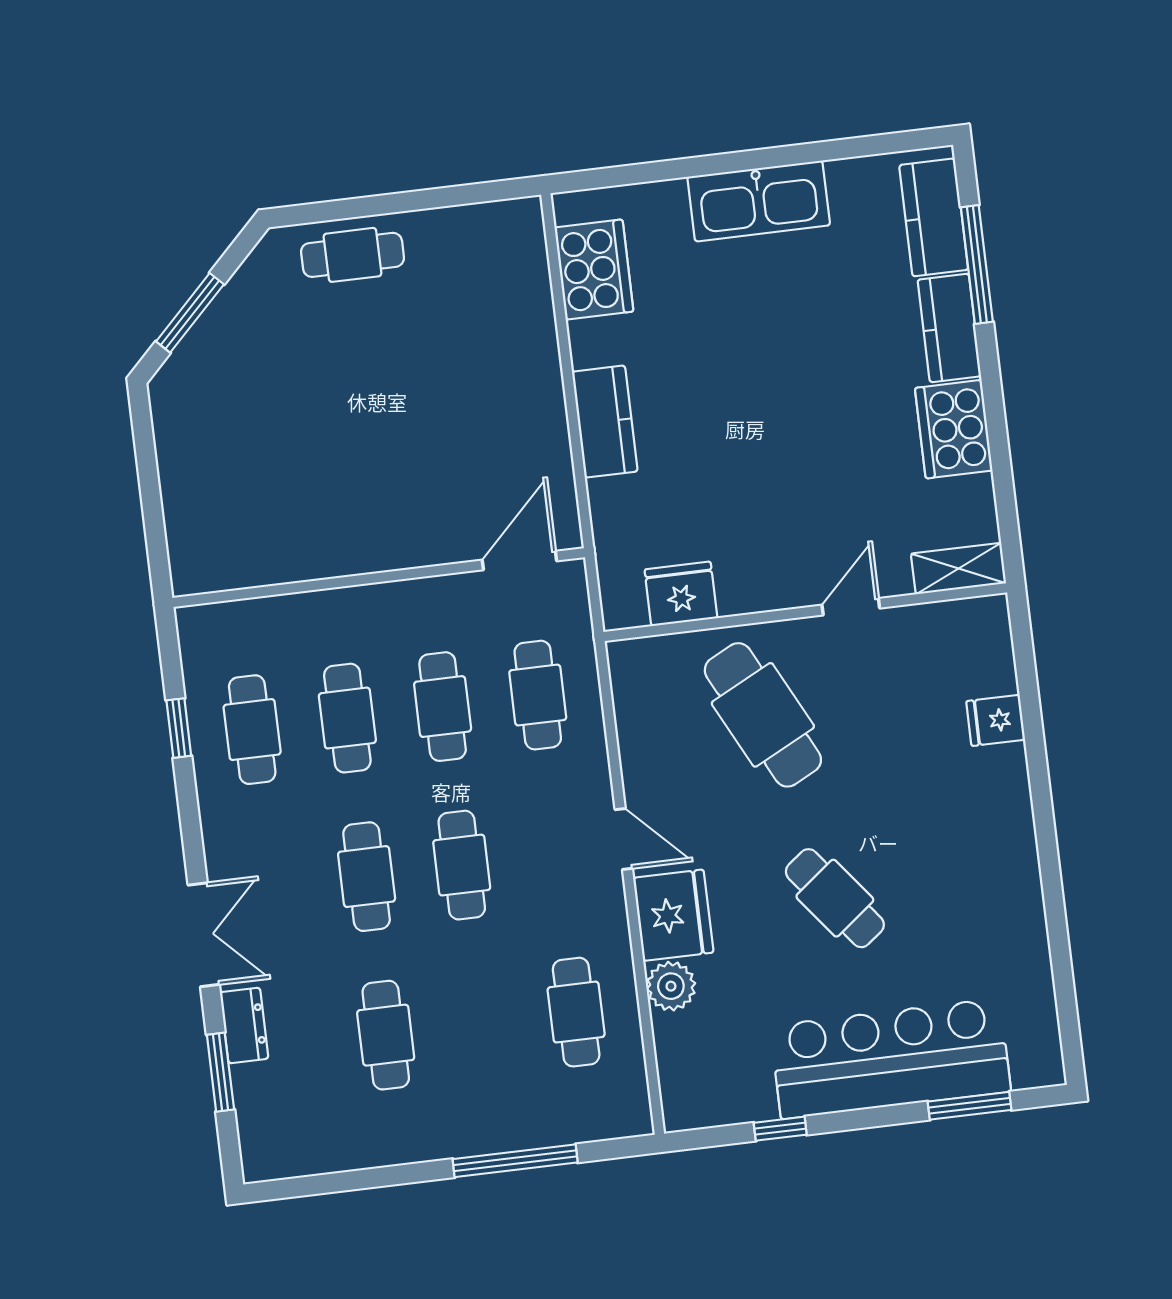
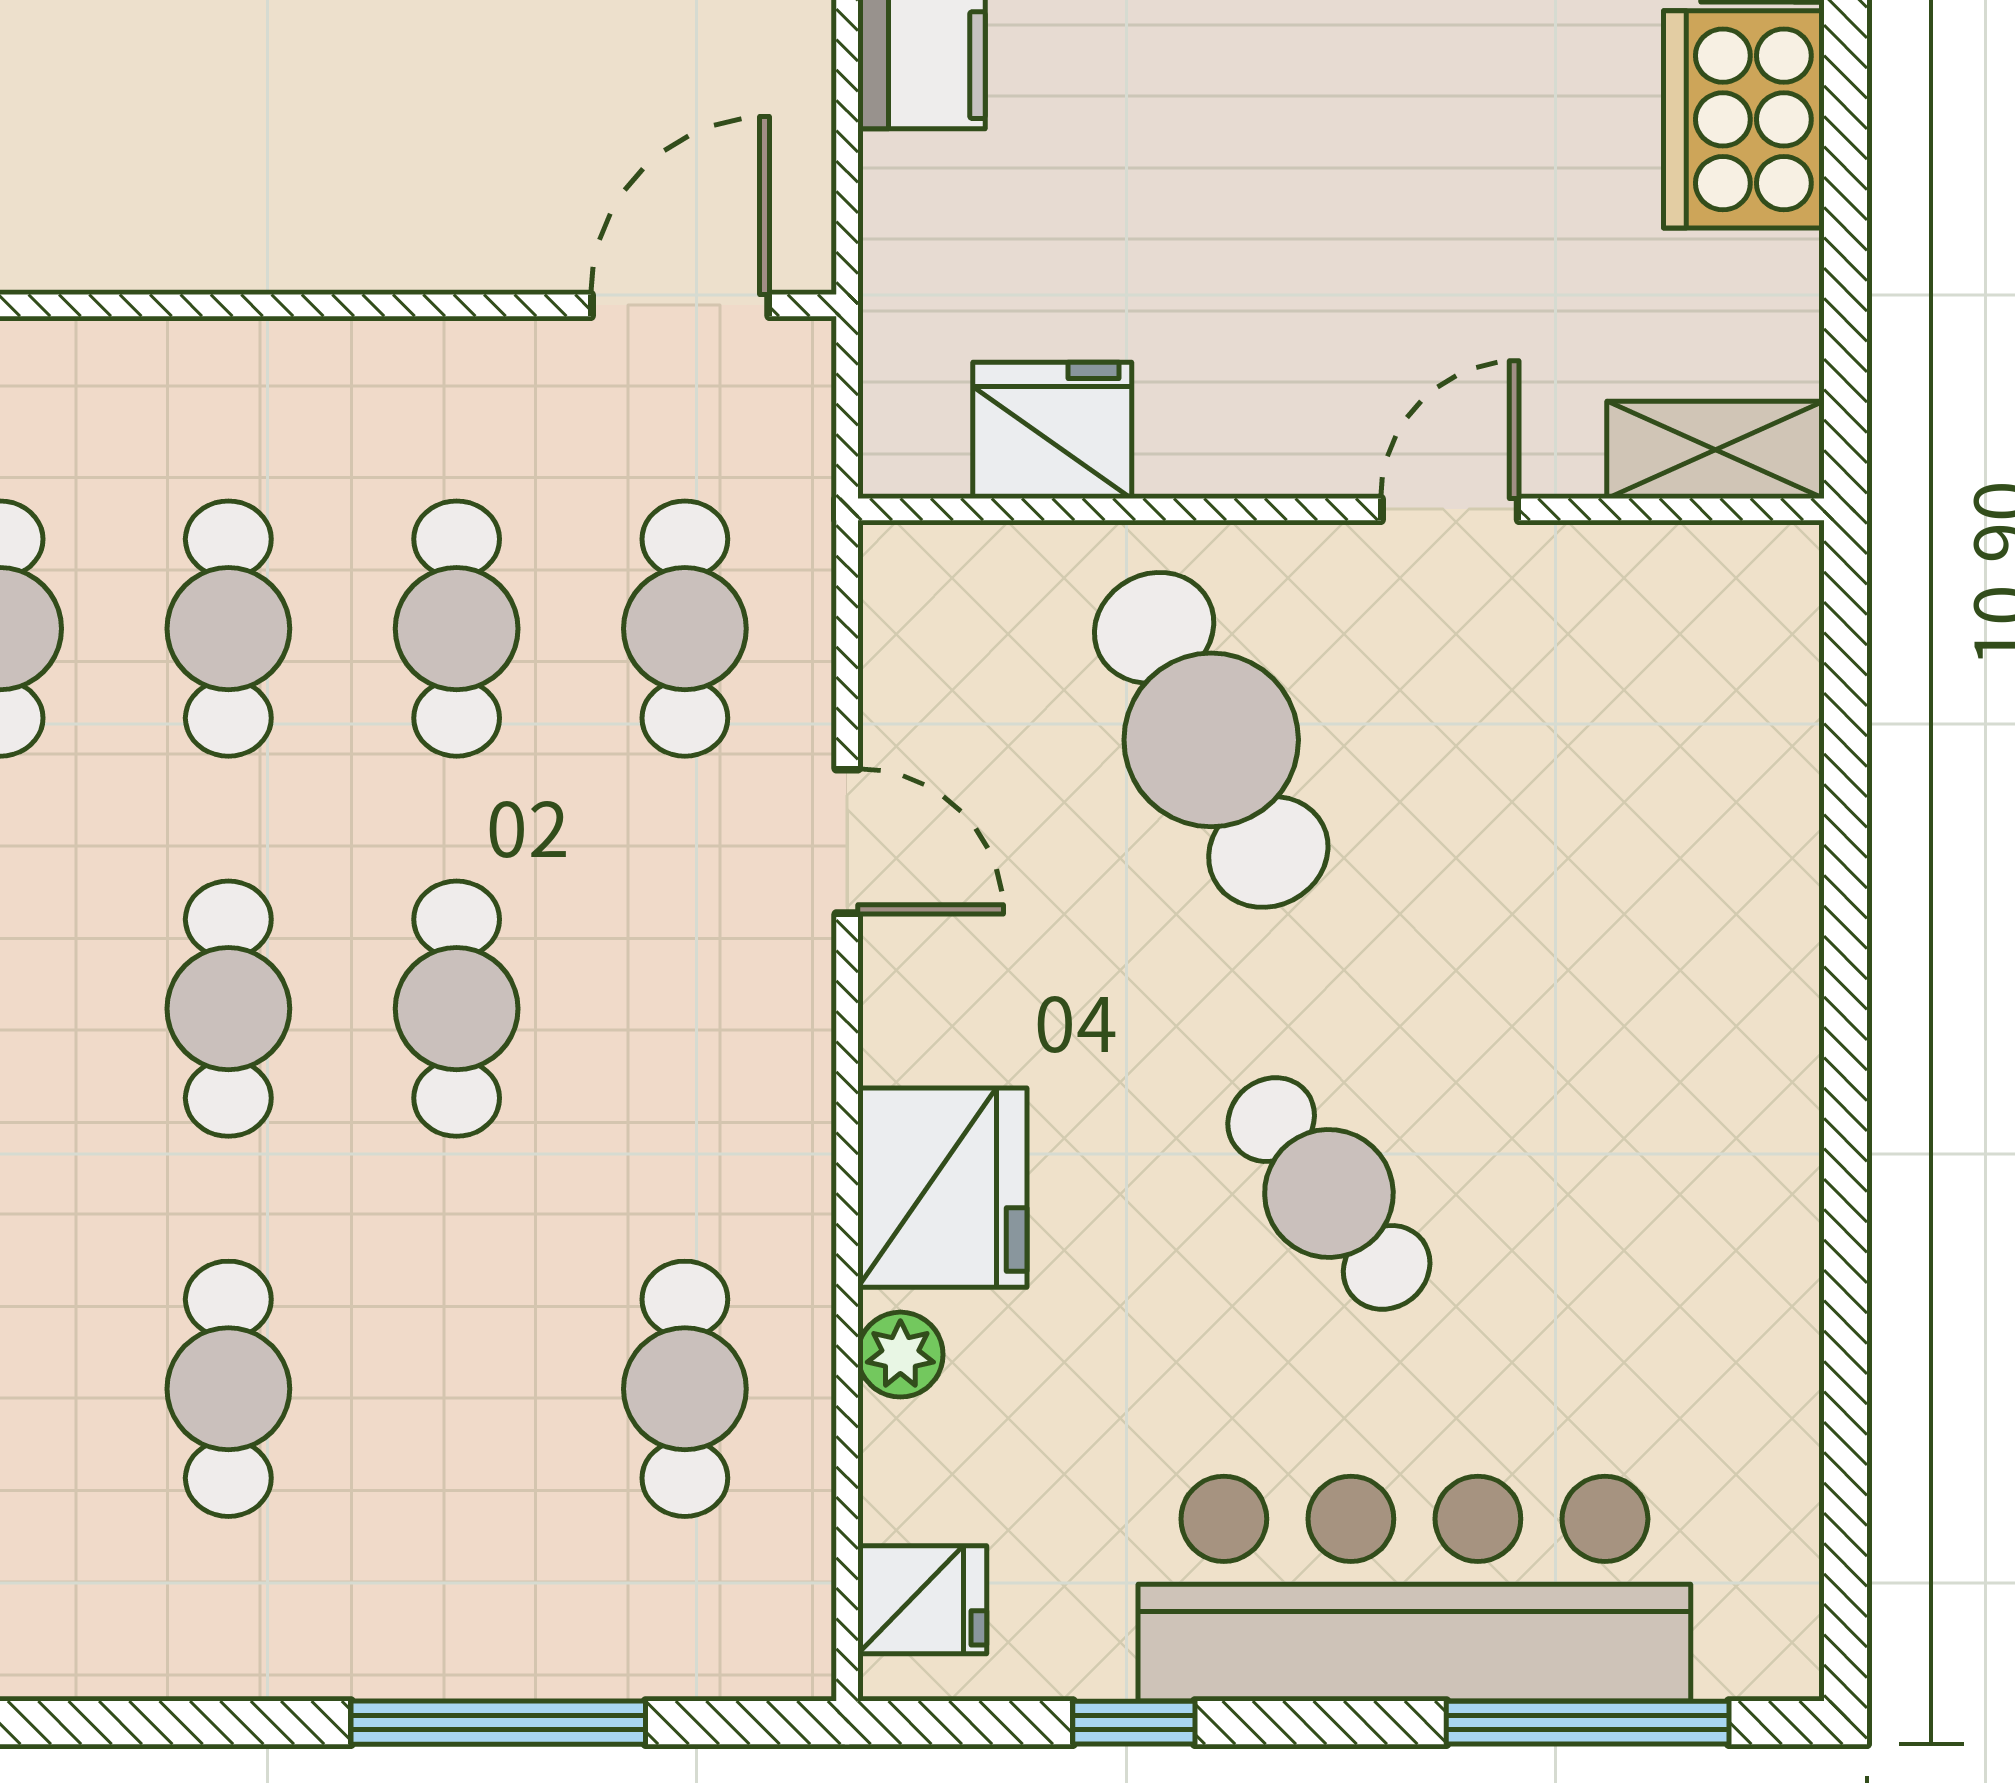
fridge: (996, 720) -> (922, 1600), moved, turned 180
door: (624, 839) -> (847, 841), moved
plant: (671, 986) -> (900, 1355), width x0.73, depth x0.73
window: (970, 1106) -> (1588, 1723), width x1.44

